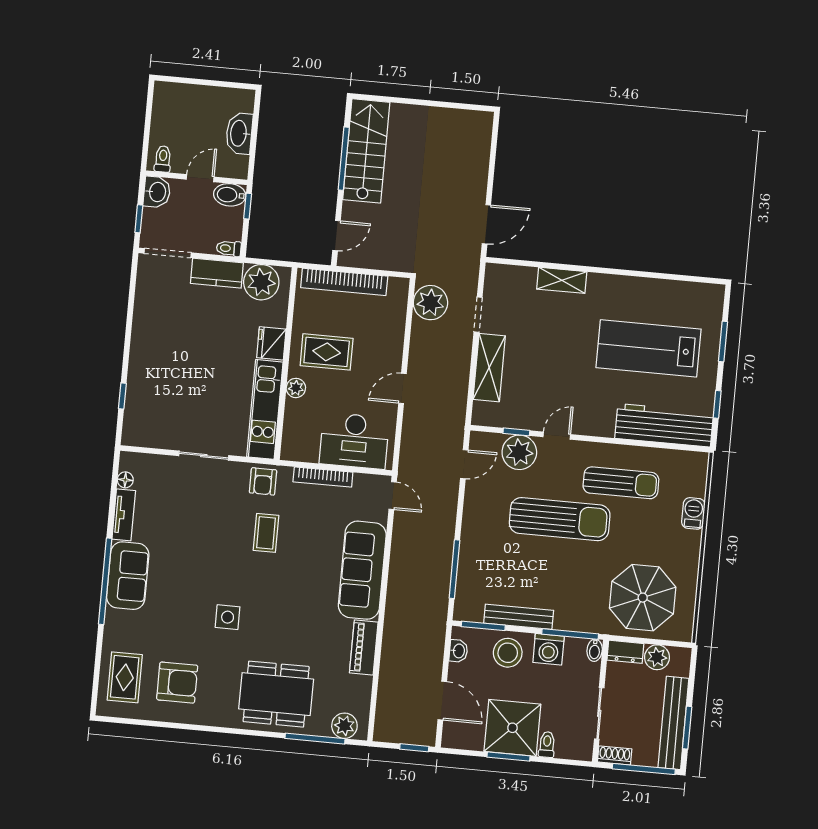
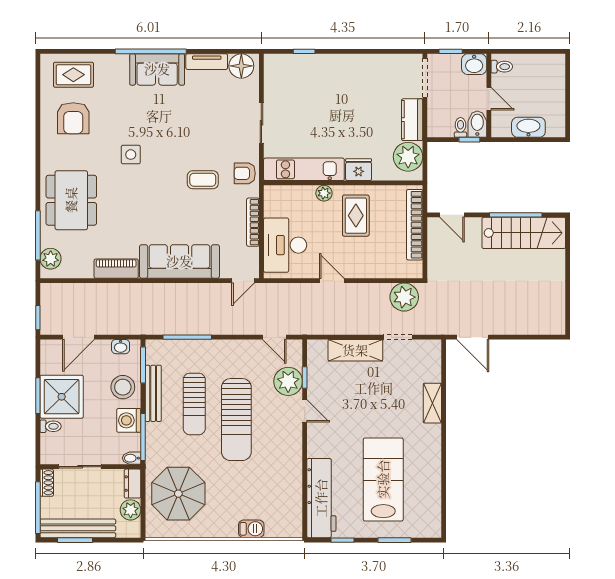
toilet: (229, 248) -> (460, 127), moved
floor lamp: (125, 480) -> (241, 66), width x1.89, depth x1.89
sun lounger: (621, 483) -> (194, 404), moved

